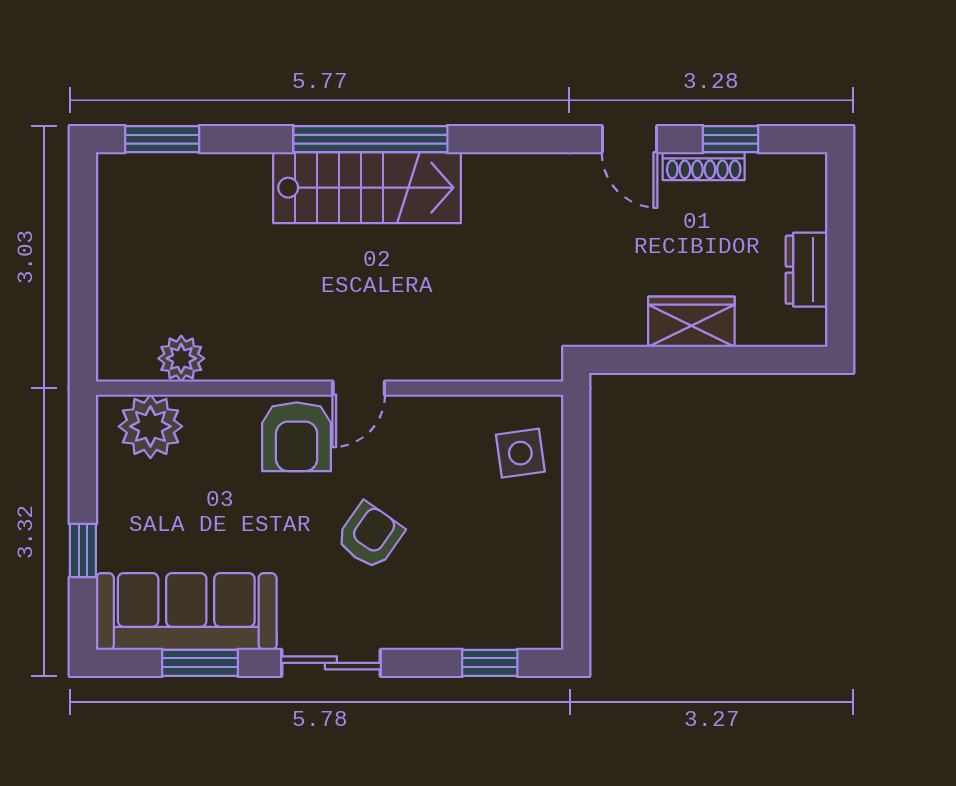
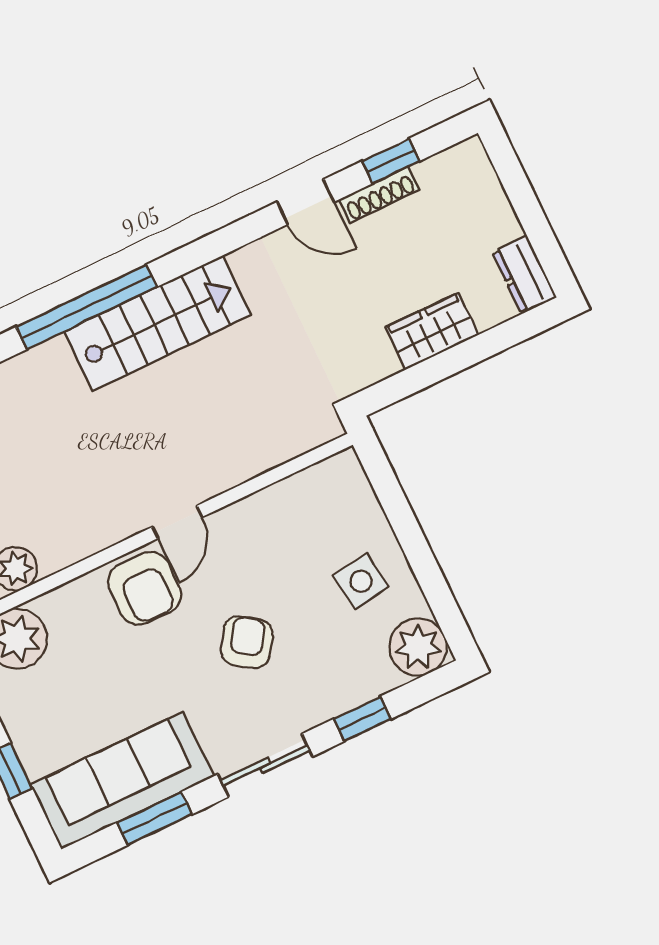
stairs: (367, 188) -> (157, 323), moved
dresser: (806, 270) -> (524, 275), moved
side table: (520, 453) -> (361, 581), moved
plant: (533, 619) -> (418, 647), added
window: (490, 663) -> (362, 719), moved

